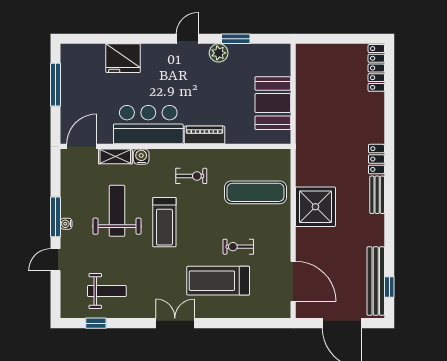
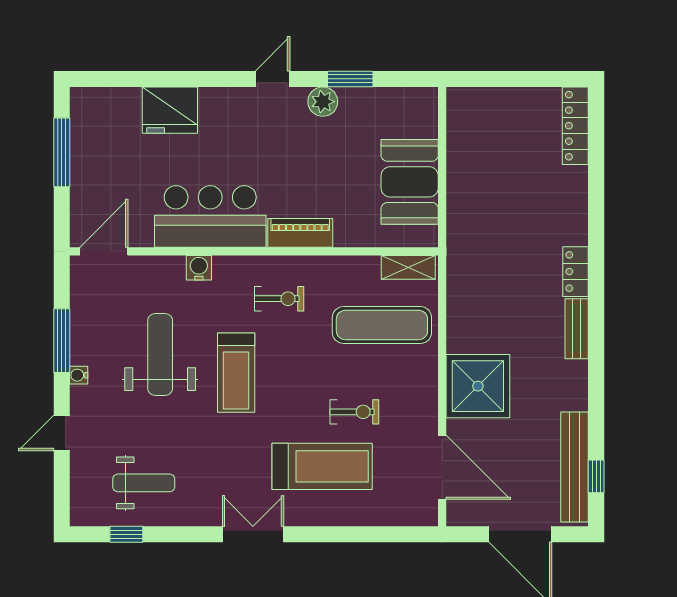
shelving: (115, 156) -> (408, 267), moved
shower: (315, 207) -> (478, 386), moved
window: (56, 217) -> (62, 341), moved
exercise bike: (238, 247) -> (354, 412), turned 180
treadmill: (218, 281) -> (322, 466), turned 180

